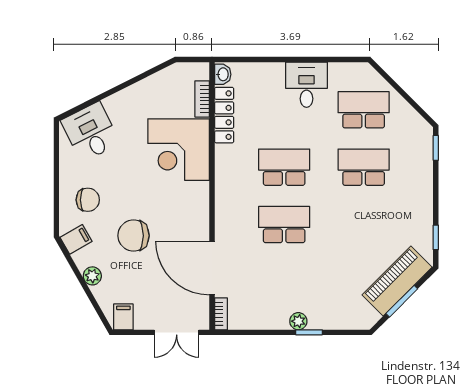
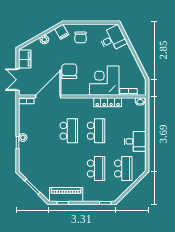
locker: (224, 115) -> (108, 102), moved
chair: (134, 236) -> (69, 71), moved
piano: (397, 281) -> (66, 194), moved, turned -45
filing cabinet: (123, 317) -> (25, 59), width x2.00

